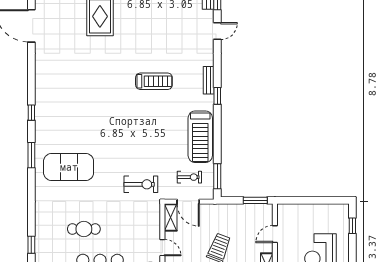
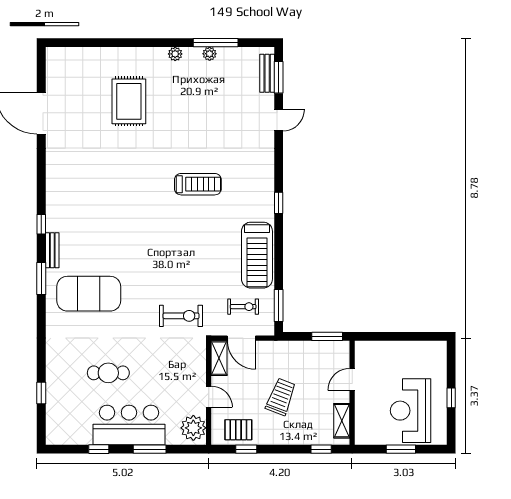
bench: (209, 80) -> (52, 250), moved
window: (352, 226) -> (451, 398), moved

